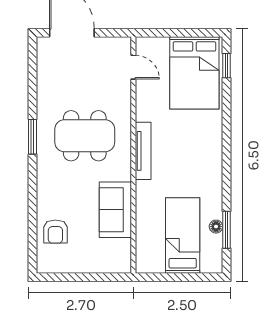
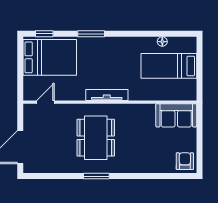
sofa: (115, 210) -> (176, 115), moved
window: (227, 230) -> (91, 34), moved
armchair: (55, 232) -> (185, 161), moved, turned -90

